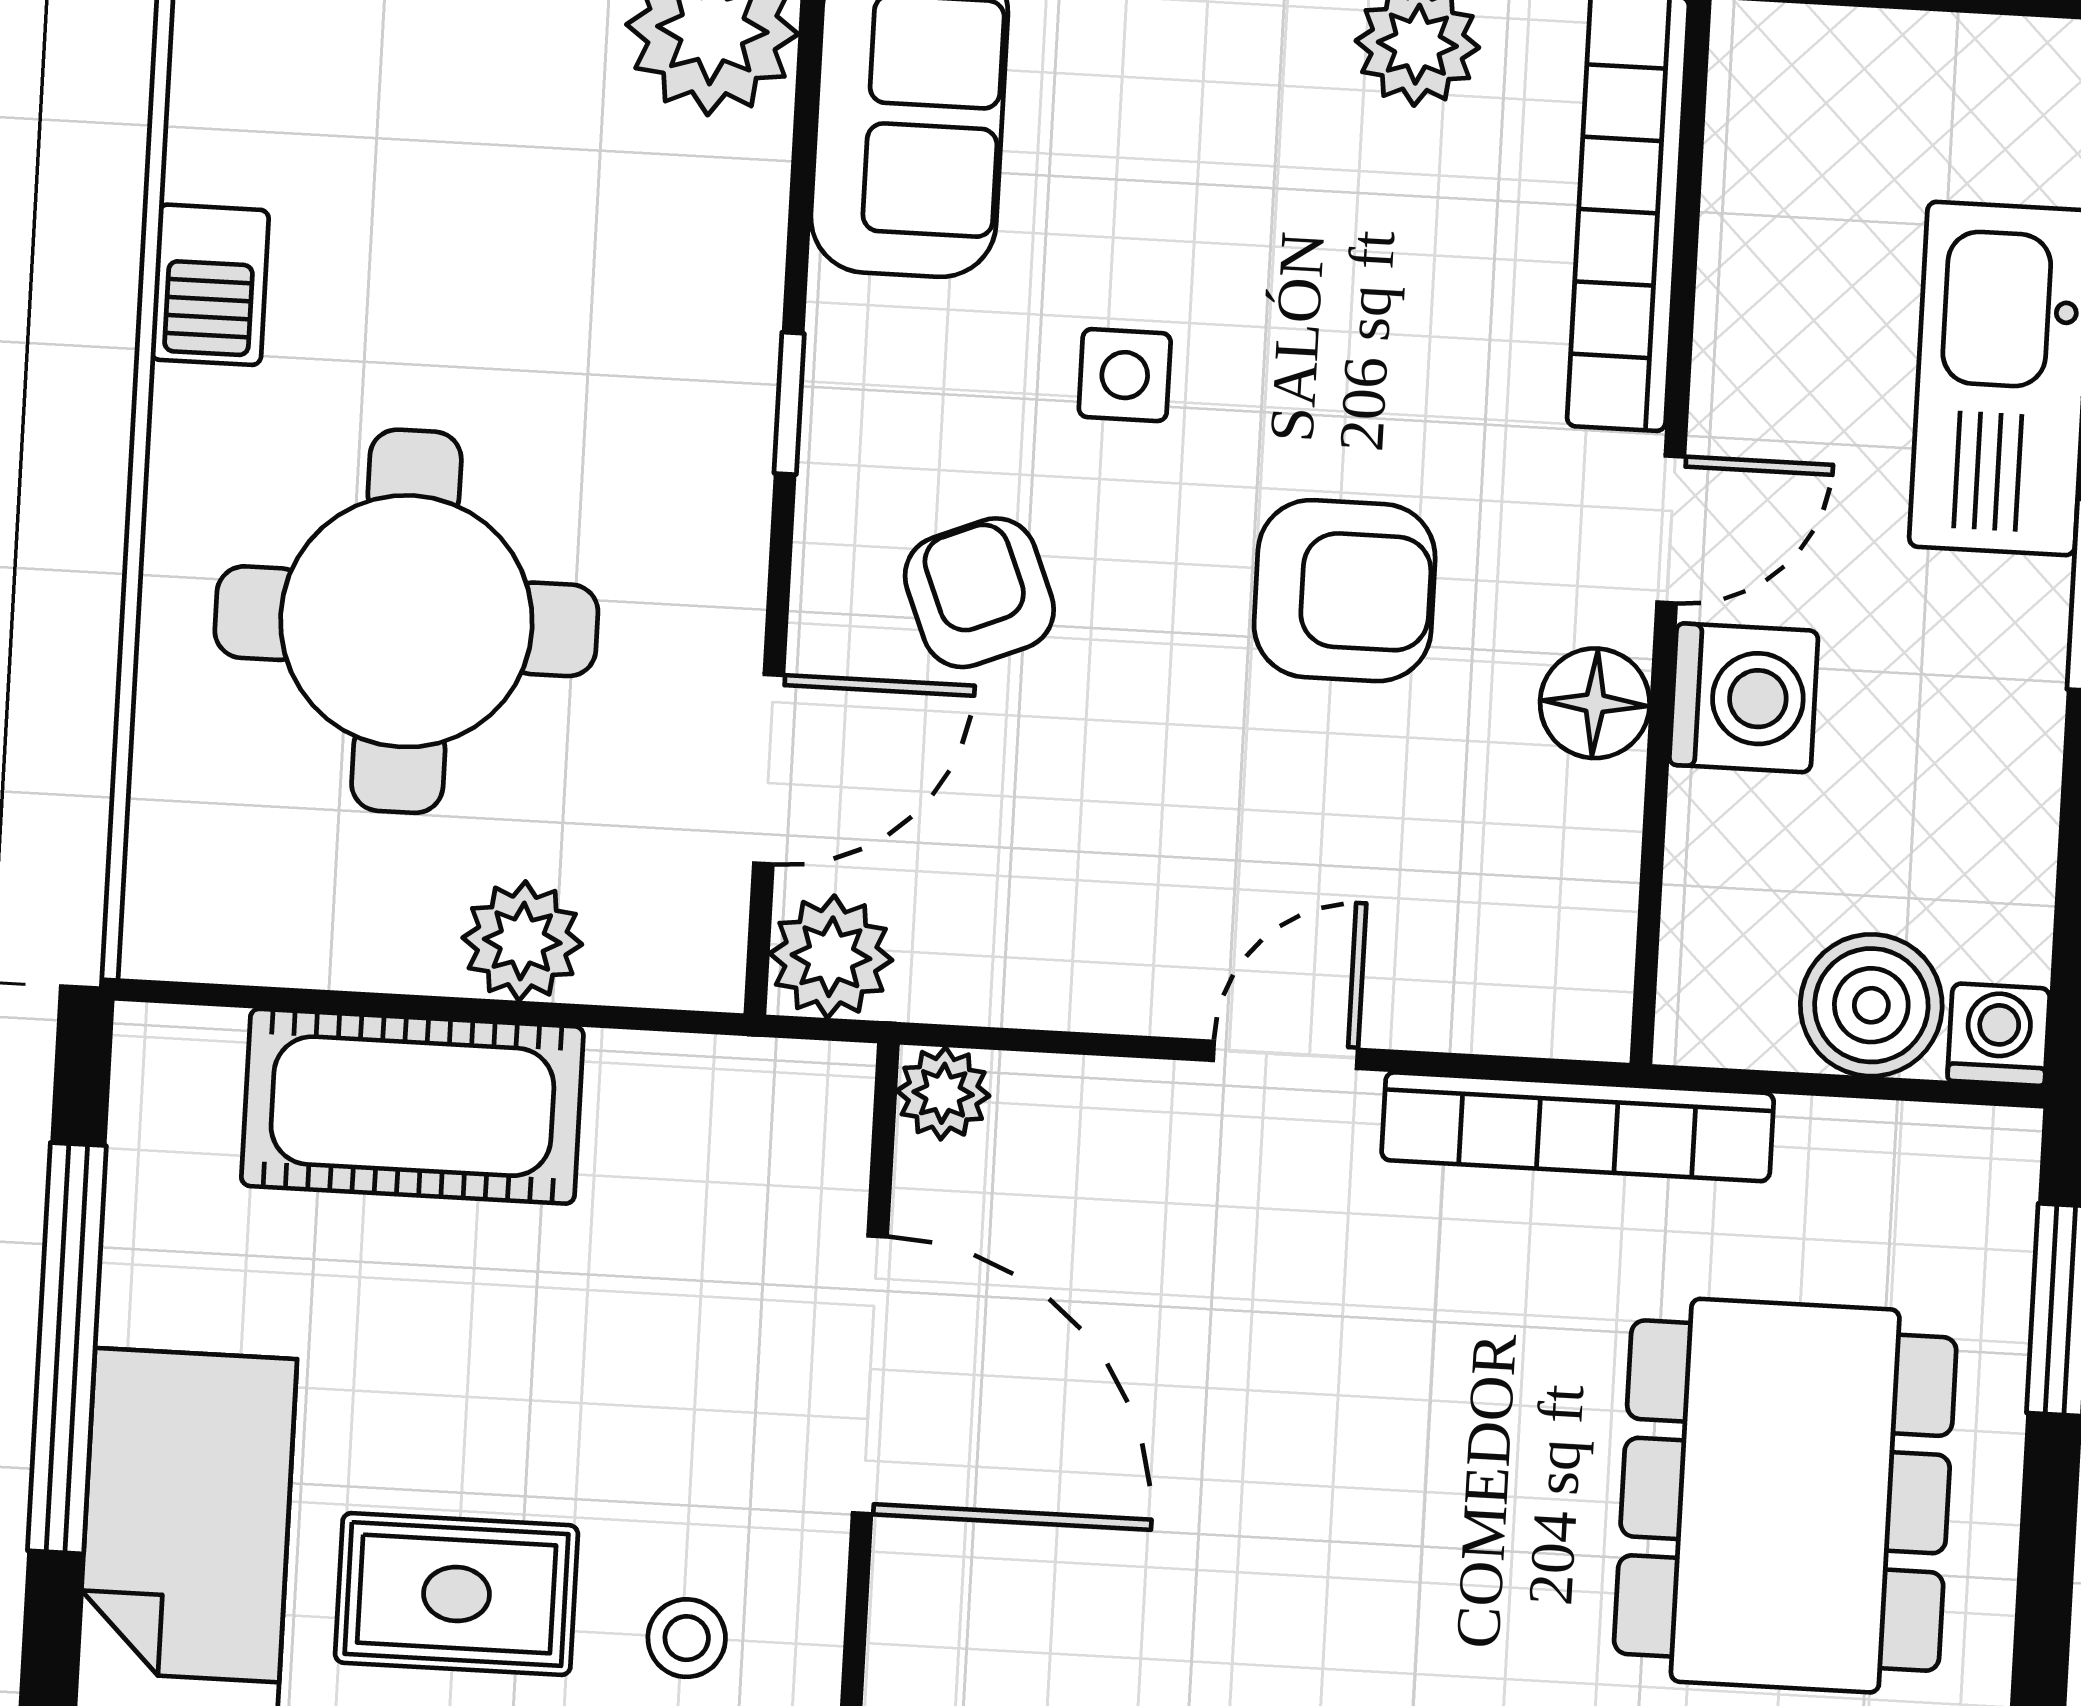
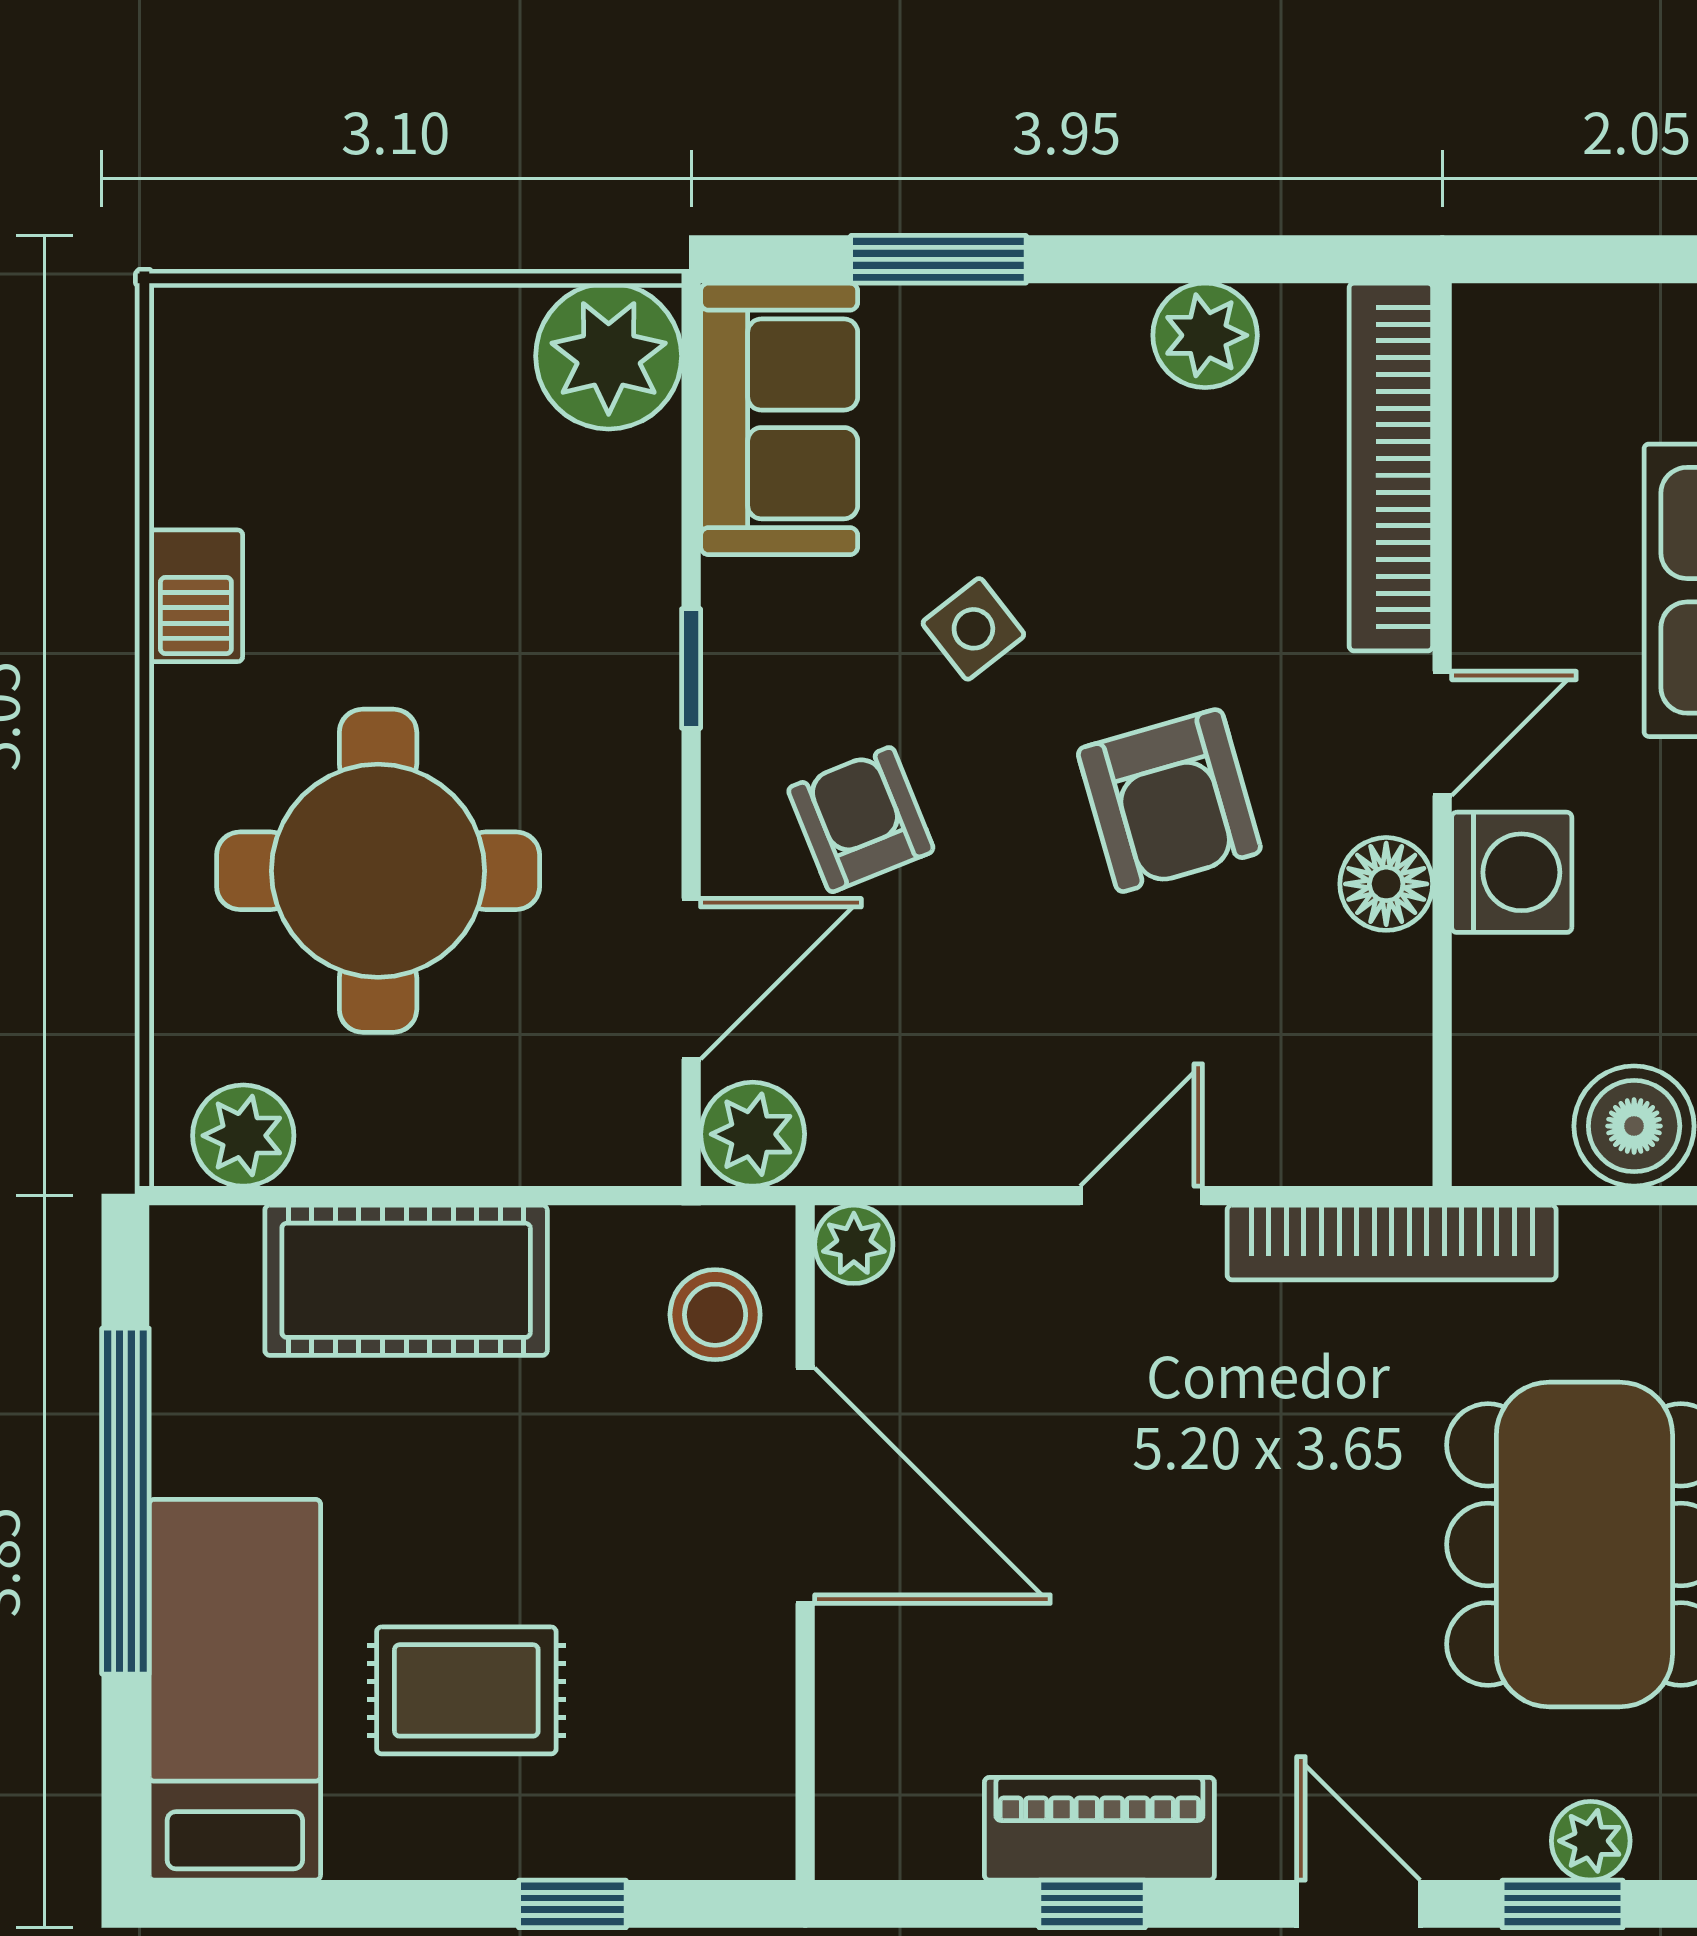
side table: (1125, 375) -> (973, 629), turned -38
armchair: (1345, 591) -> (1169, 801), turned 74
plant: (522, 941) -> (243, 1136), moved
stool: (687, 1638) -> (715, 1315), moved, width x1.37, depth x1.37

